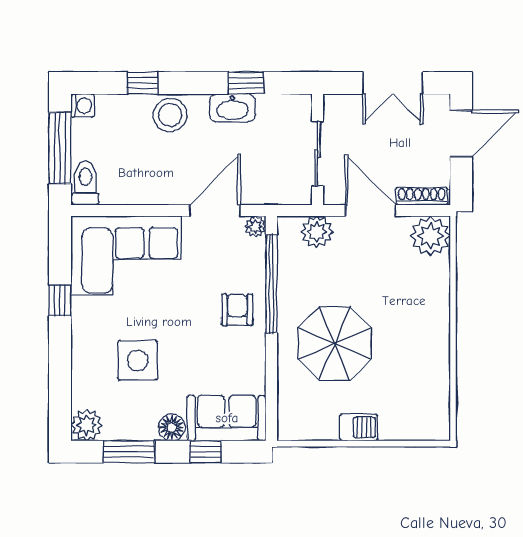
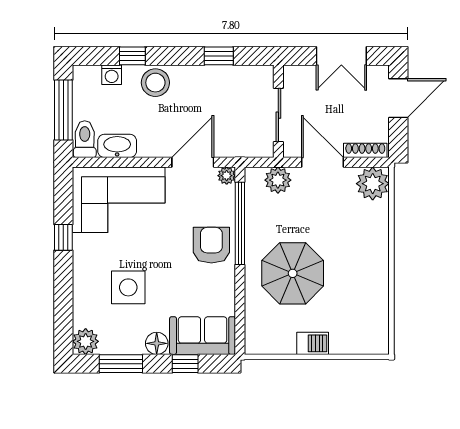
washing machine: (82, 106) -> (112, 75), moved, turned 90
washbasin: (232, 108) -> (117, 146), moved, turned 180
armchair: (237, 310) -> (211, 245), width x1.38, depth x1.38

